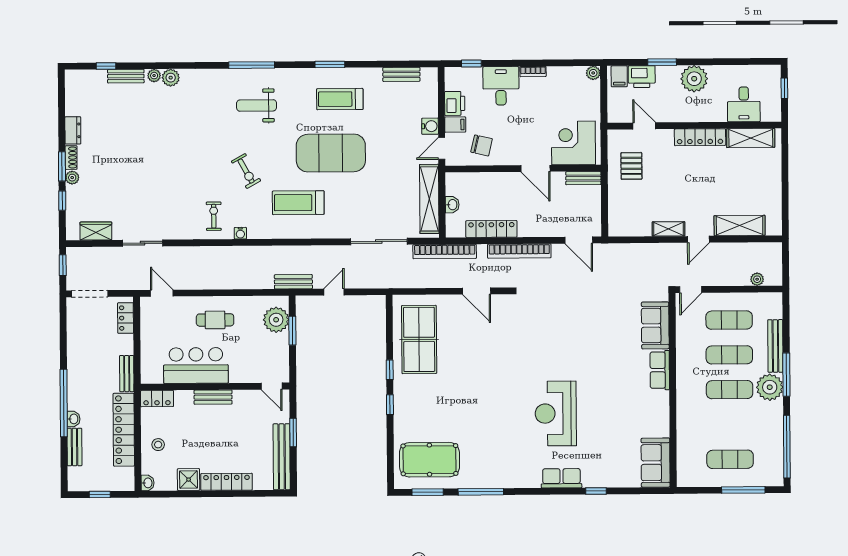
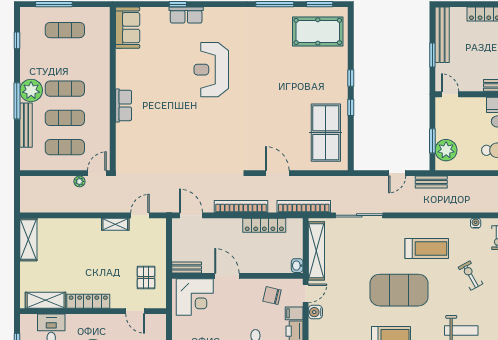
washbasin: (452, 205) -> (297, 266), moved
shelving: (740, 226) -> (28, 239), moved, turned 90
door: (698, 239) -> (140, 215), moved
plant: (757, 279) -> (79, 181), moved
sofa: (655, 325) -> (127, 143), removed
reception desk: (556, 413) -> (211, 70), turned 180
window: (787, 447) -> (17, 40), width x0.32
row of seats: (561, 478) -> (186, 15), moved

